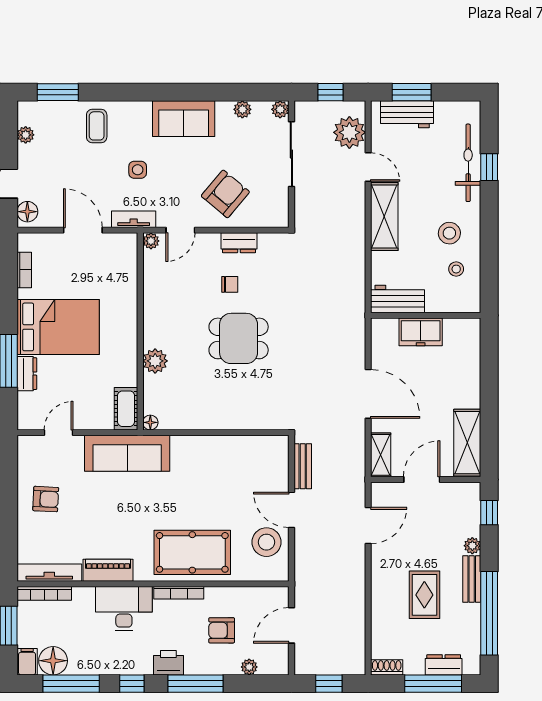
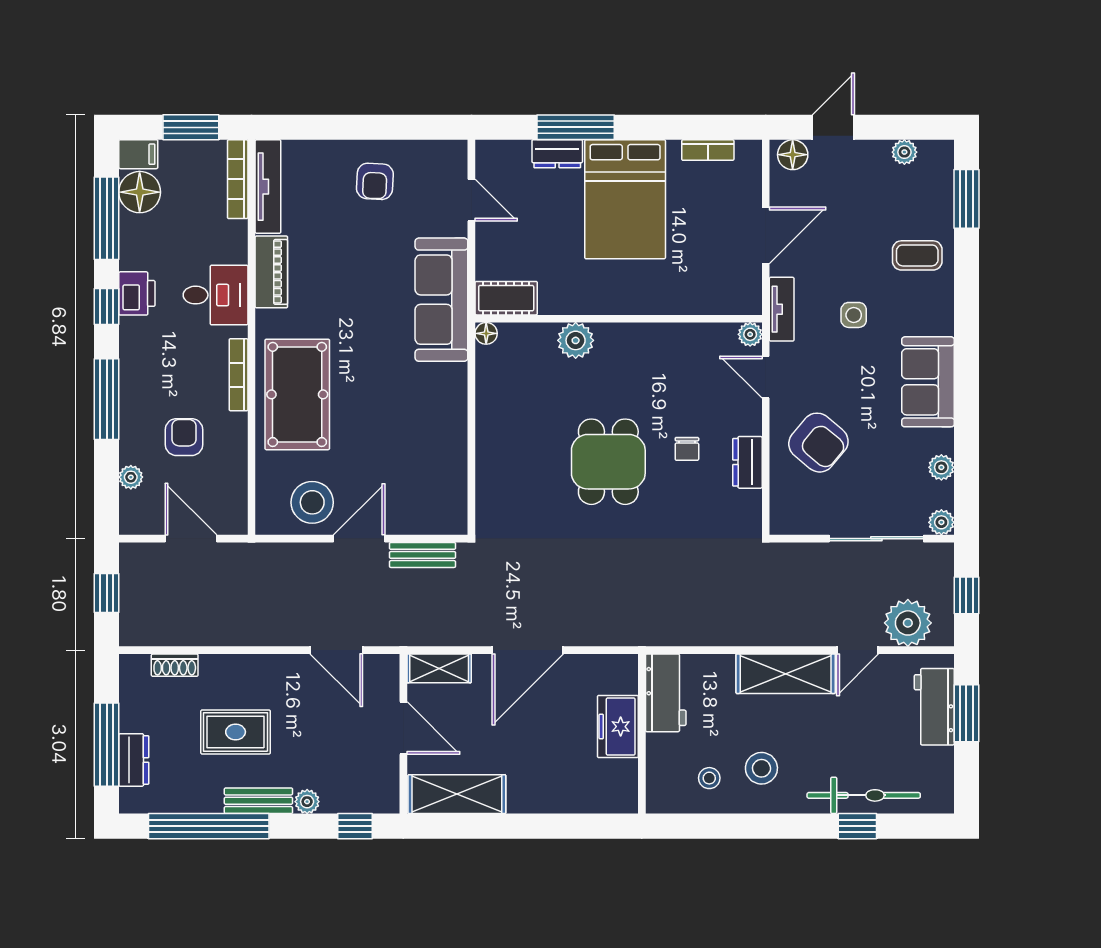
desk: (124, 609) -> (216, 295), width x0.73
printer: (168, 663) -> (137, 293), moved
shoe rack: (387, 667) -> (175, 665), moved, turned 90

